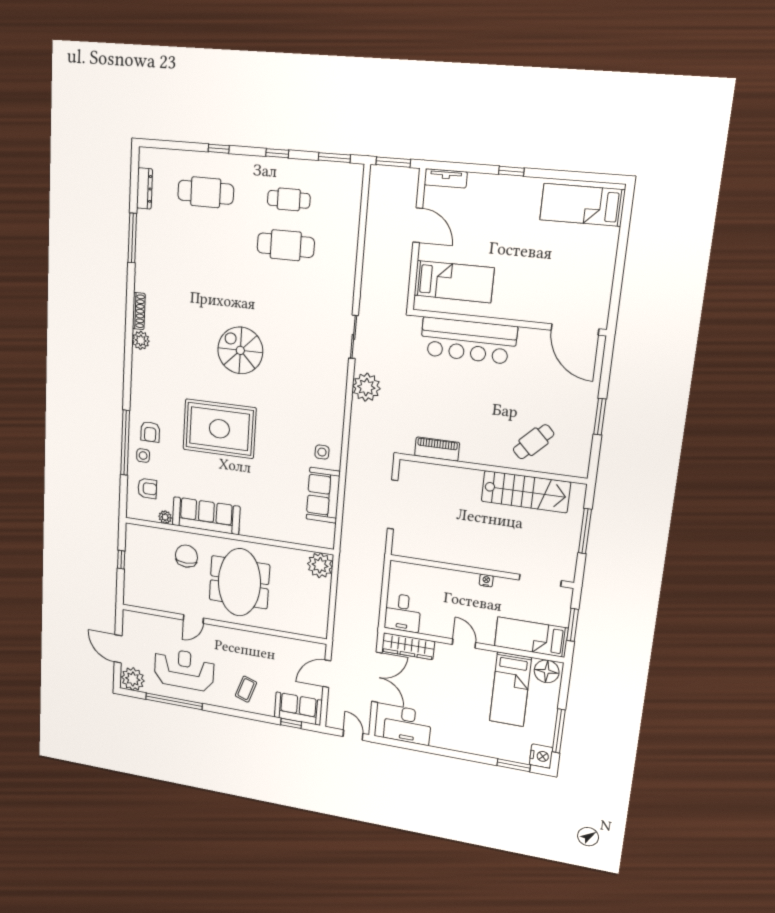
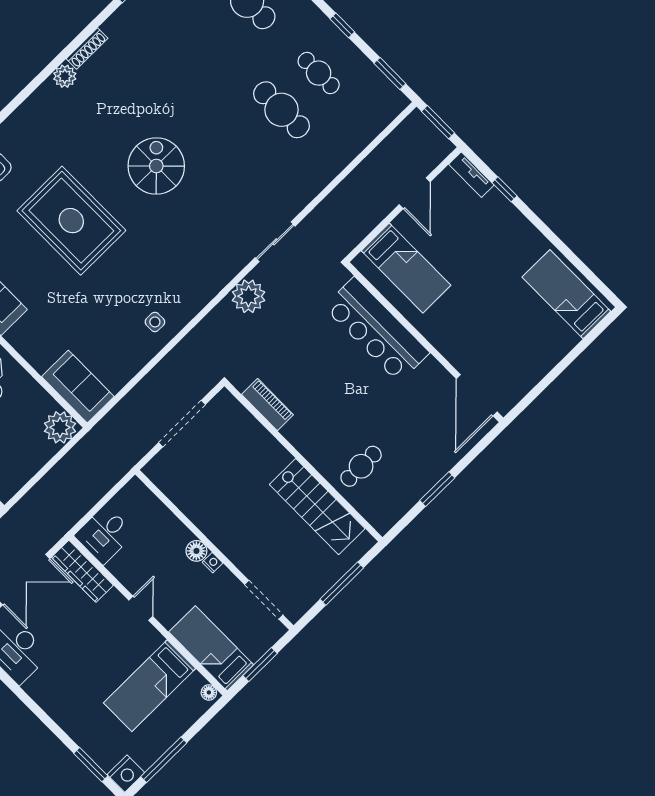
window: (511, 171) -> (504, 189), moved
cafe table: (533, 442) -> (361, 466), turned -45
sofa: (323, 495) -> (78, 387), moved, turned 90
floor lamp: (469, 580) -> (196, 551), added
floor lamp: (547, 671) -> (209, 692), width x0.53, depth x0.53

